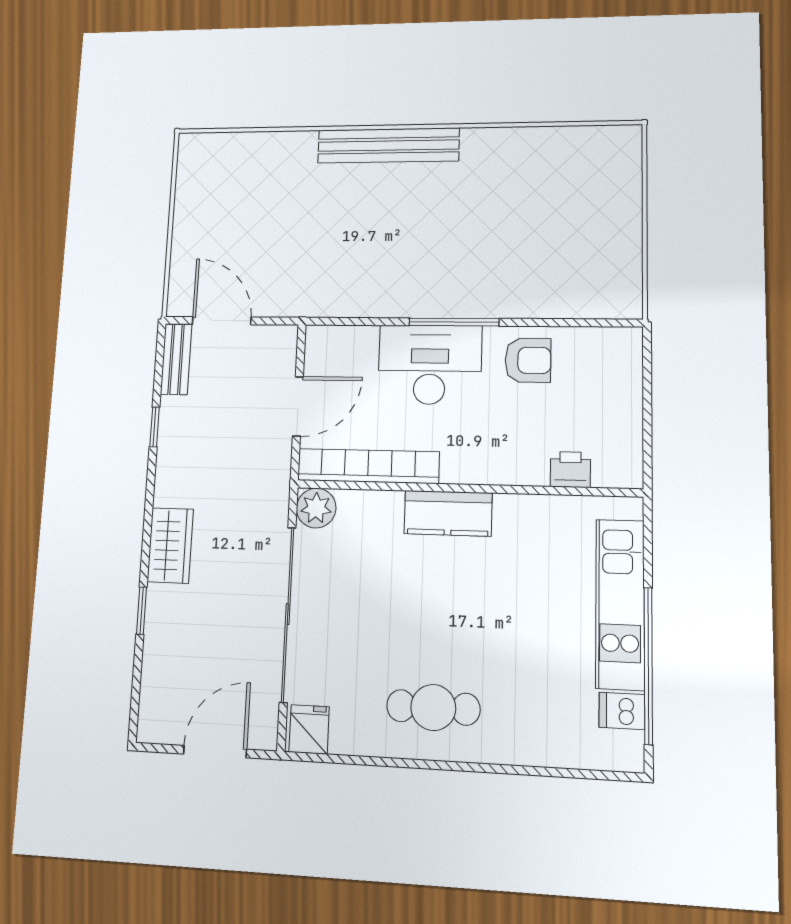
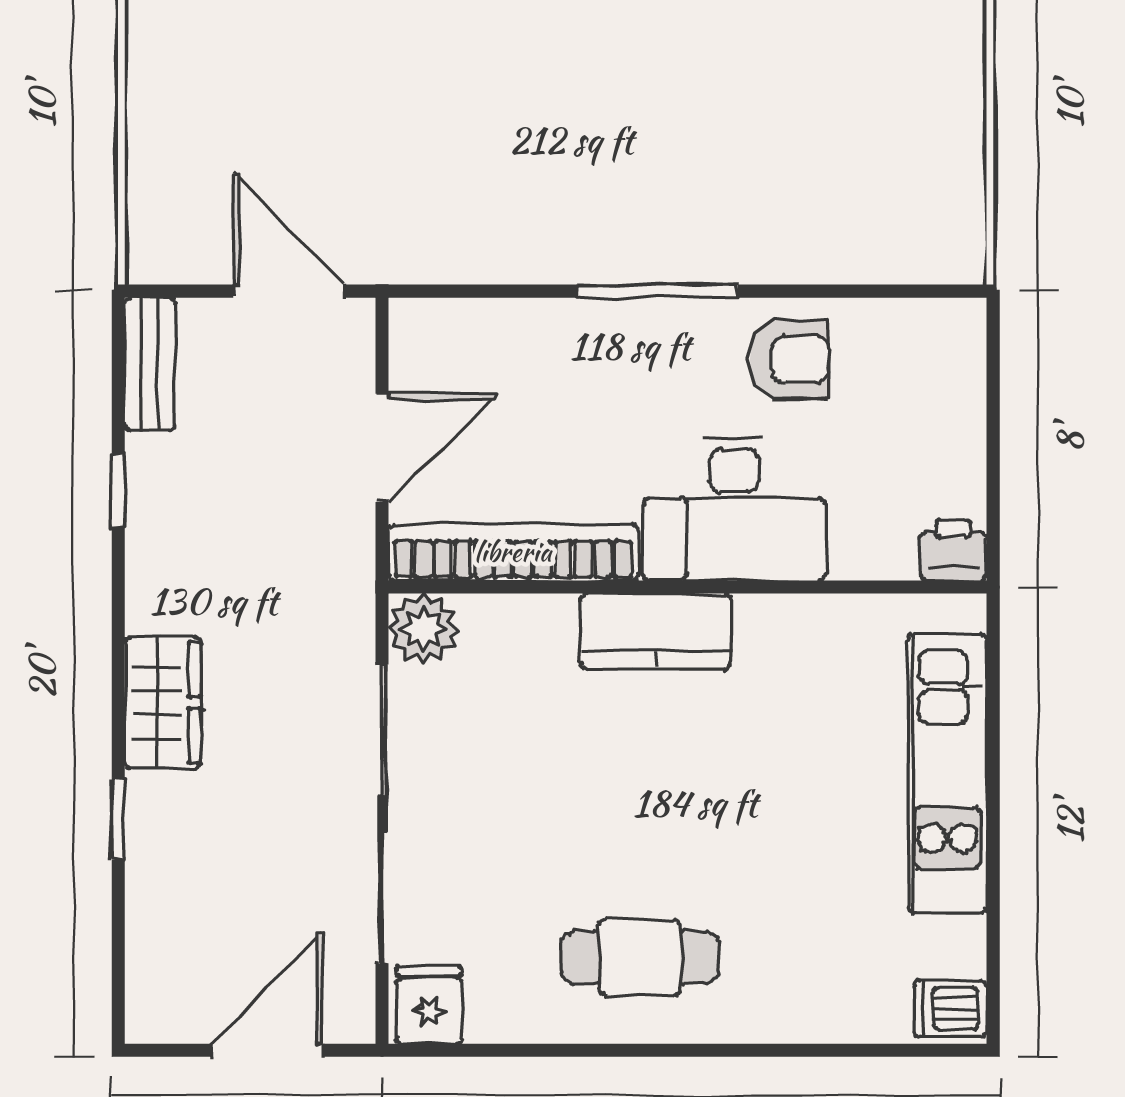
door: (222, 321) -> (289, 291), moved
desk: (430, 365) -> (734, 509), moved, turned 180
printer: (570, 470) -> (953, 550), moved
window: (648, 665) -> (993, 872), removed
dishwasher: (622, 711) -> (950, 1009), moved

